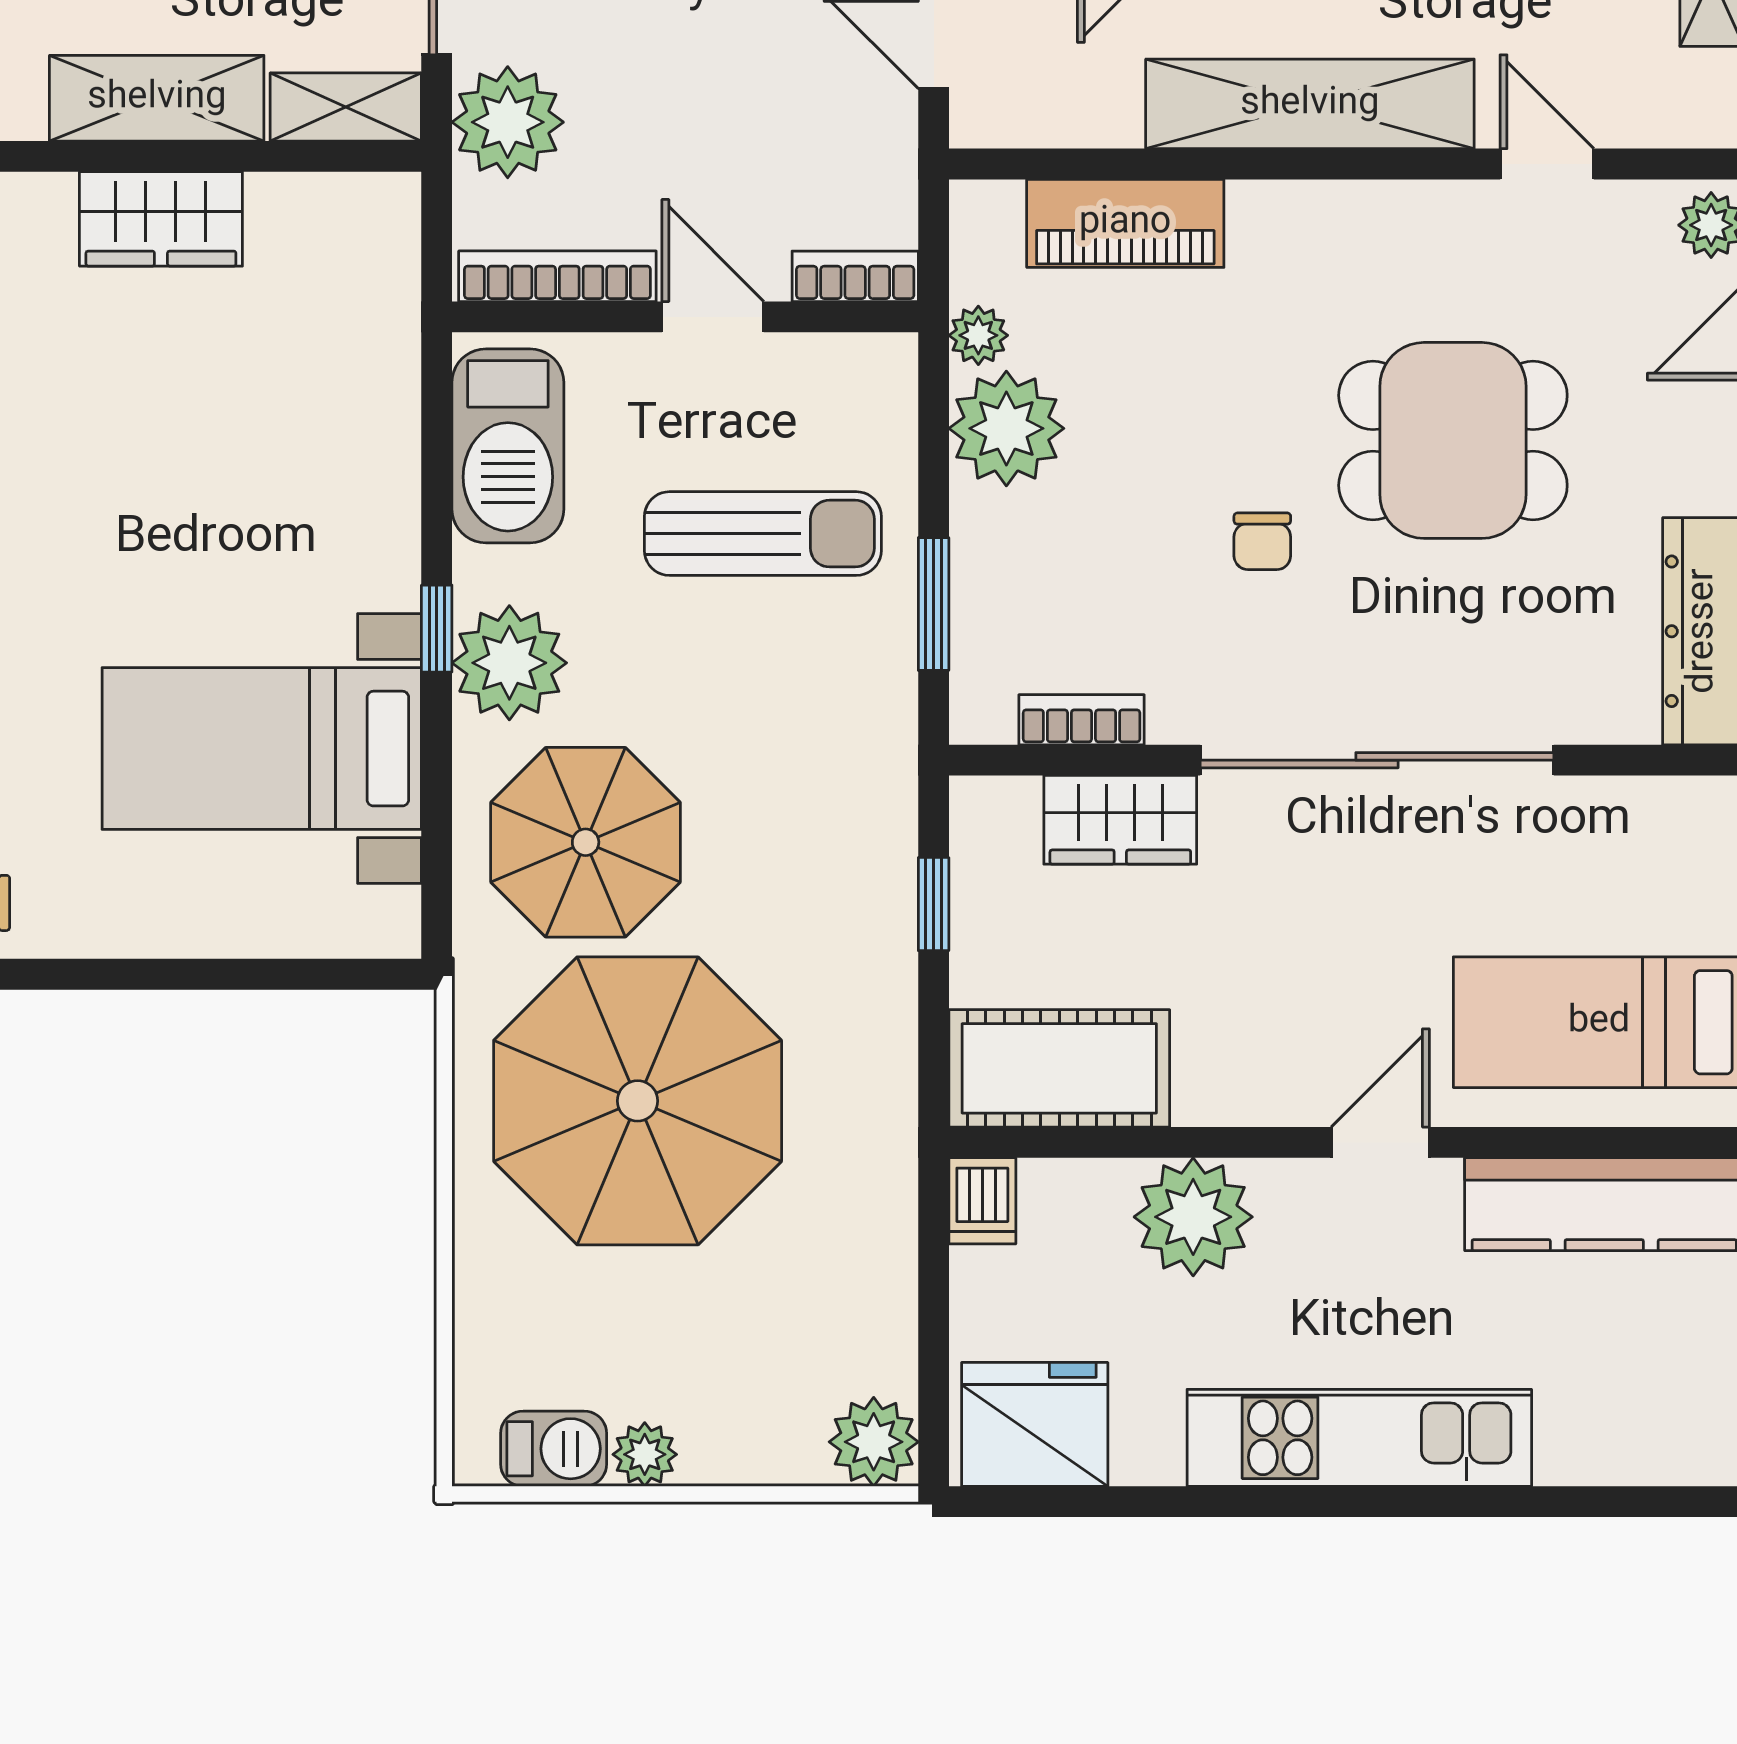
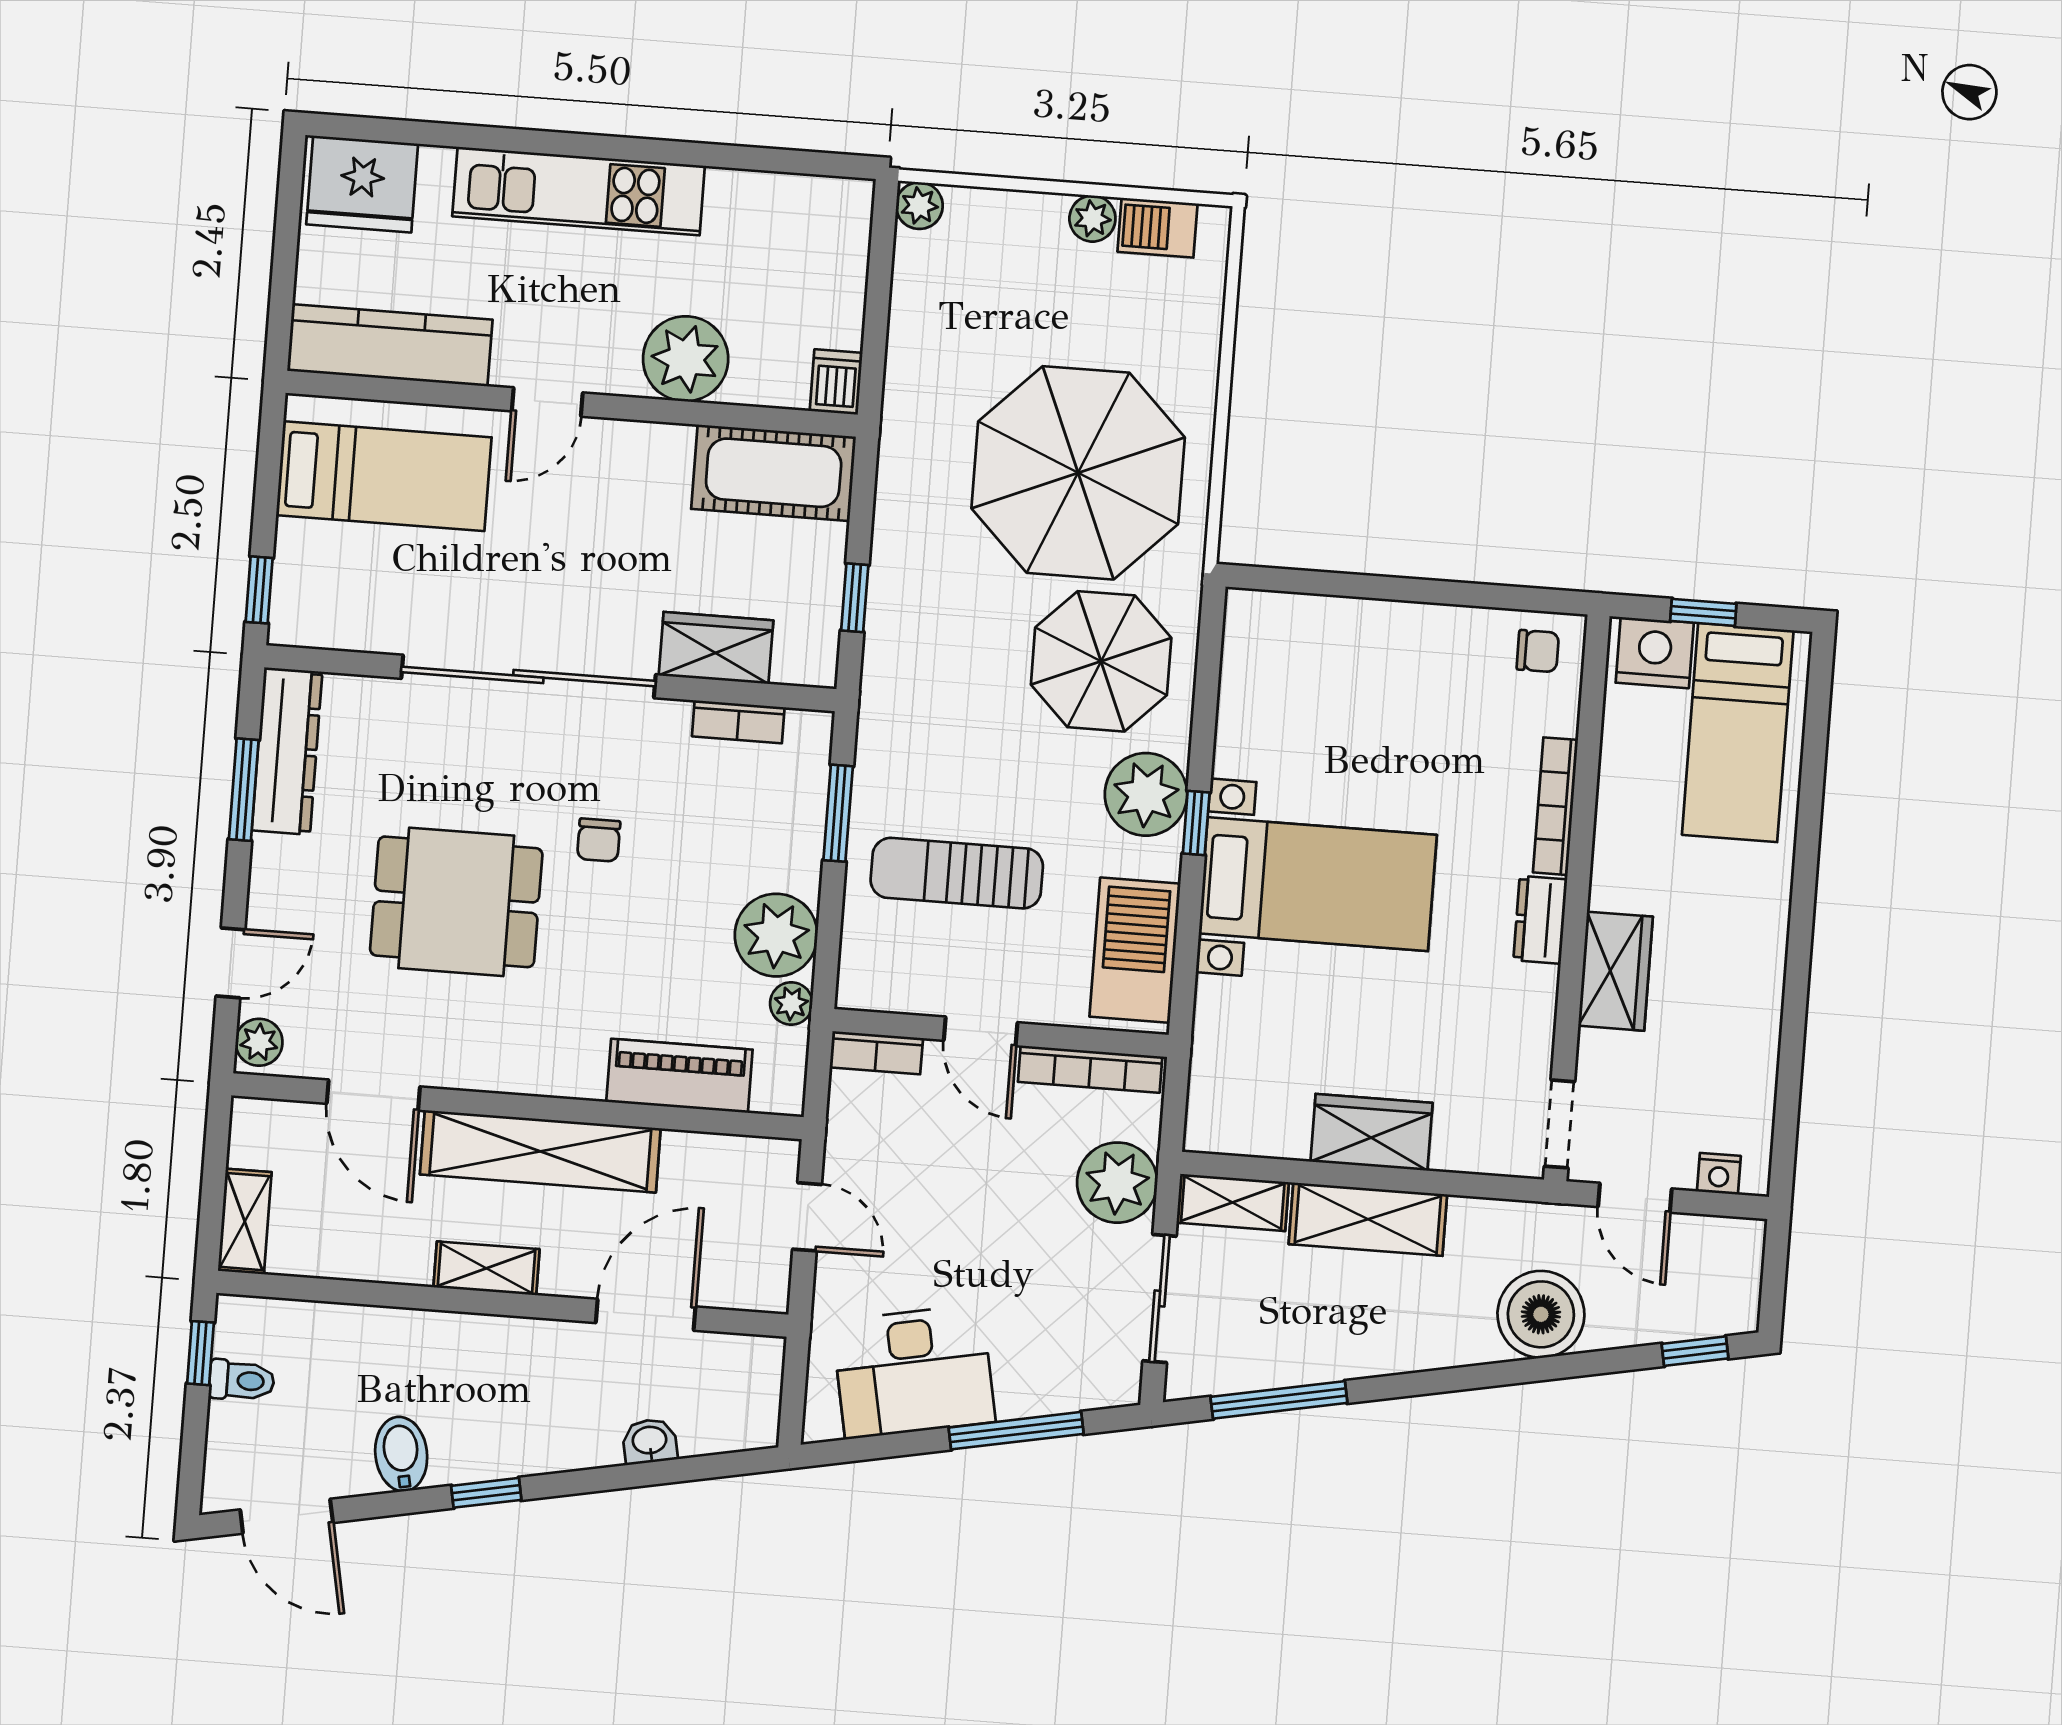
door: (1547, 164) -> (373, 1095), width x1.38
chair: (1262, 541) -> (599, 840), turned 180
bed with nightstands: (262, 749) -> (1318, 884), moved
fridge: (1035, 1424) -> (362, 184), moved
plant: (874, 1442) -> (919, 206), width x0.73, depth x0.73

